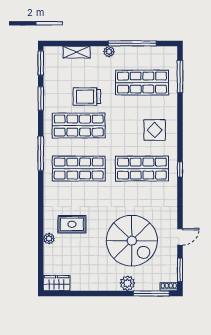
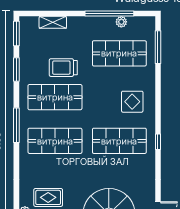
plant: (109, 52) -> (121, 22), moved

